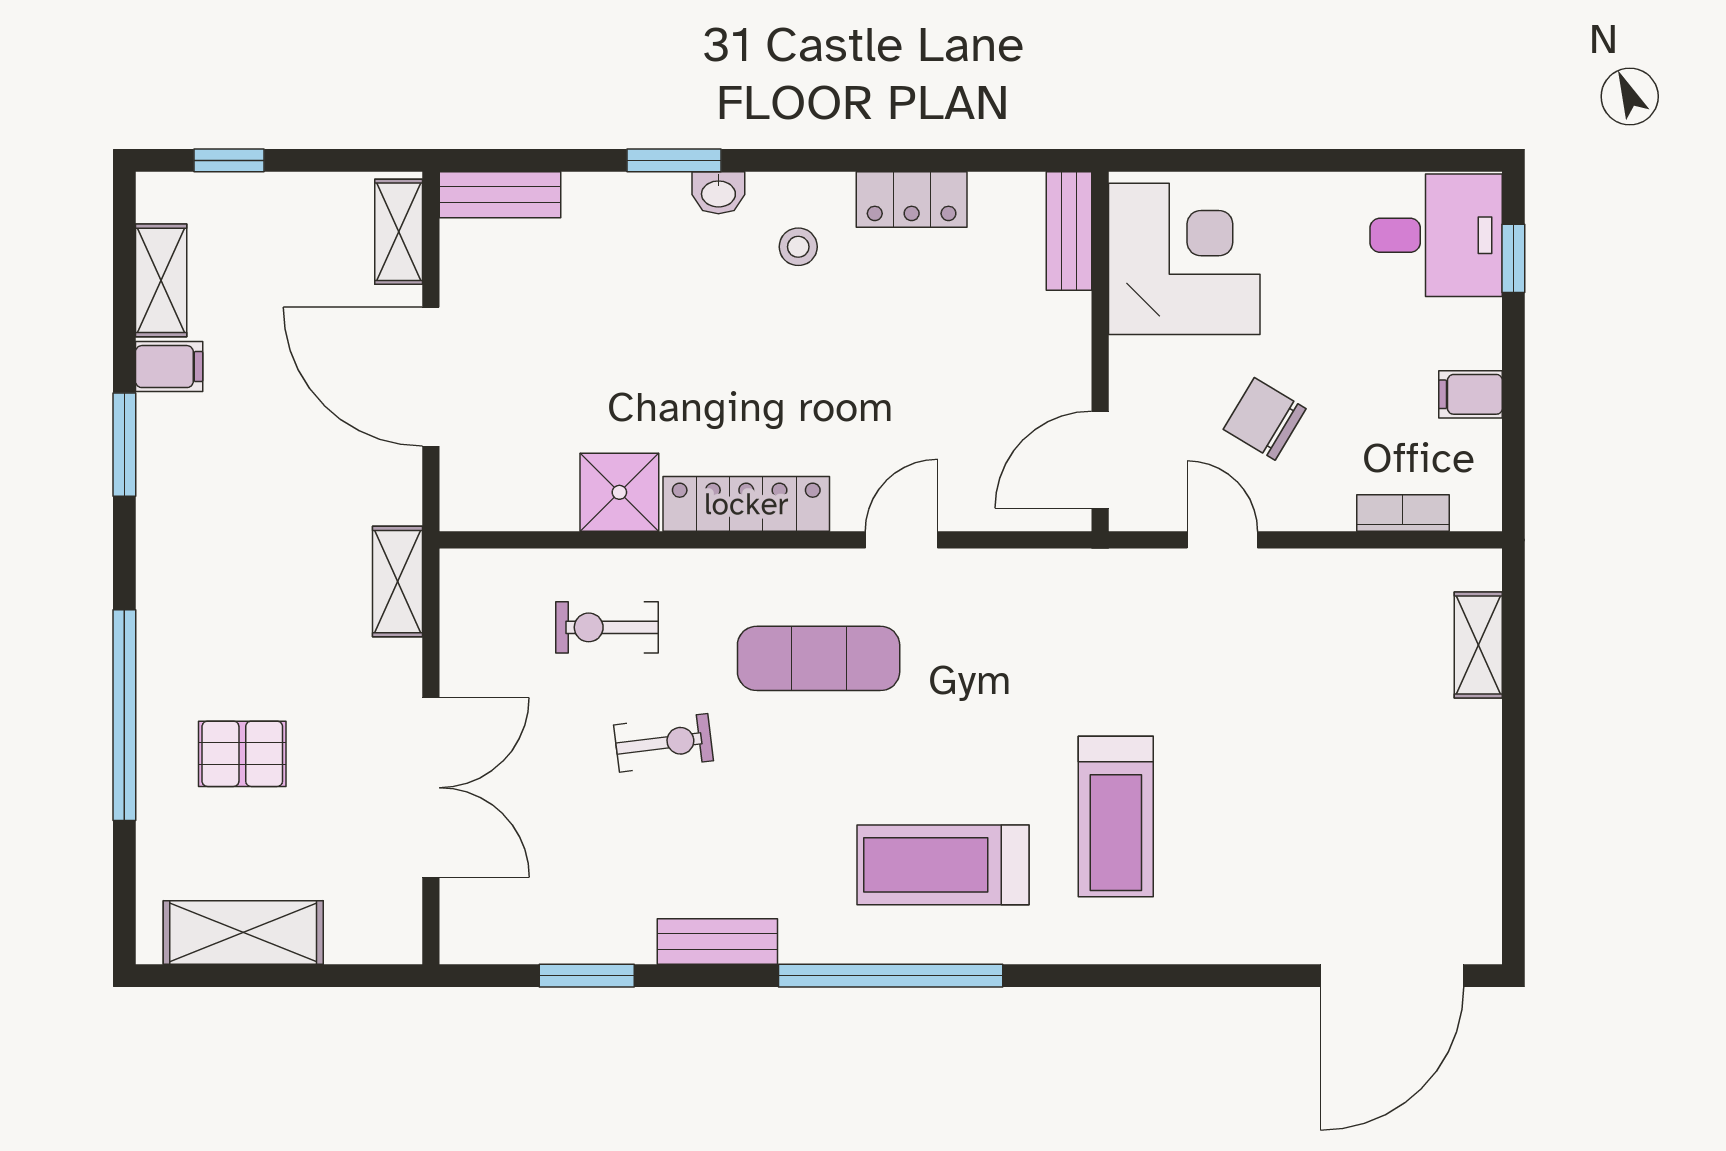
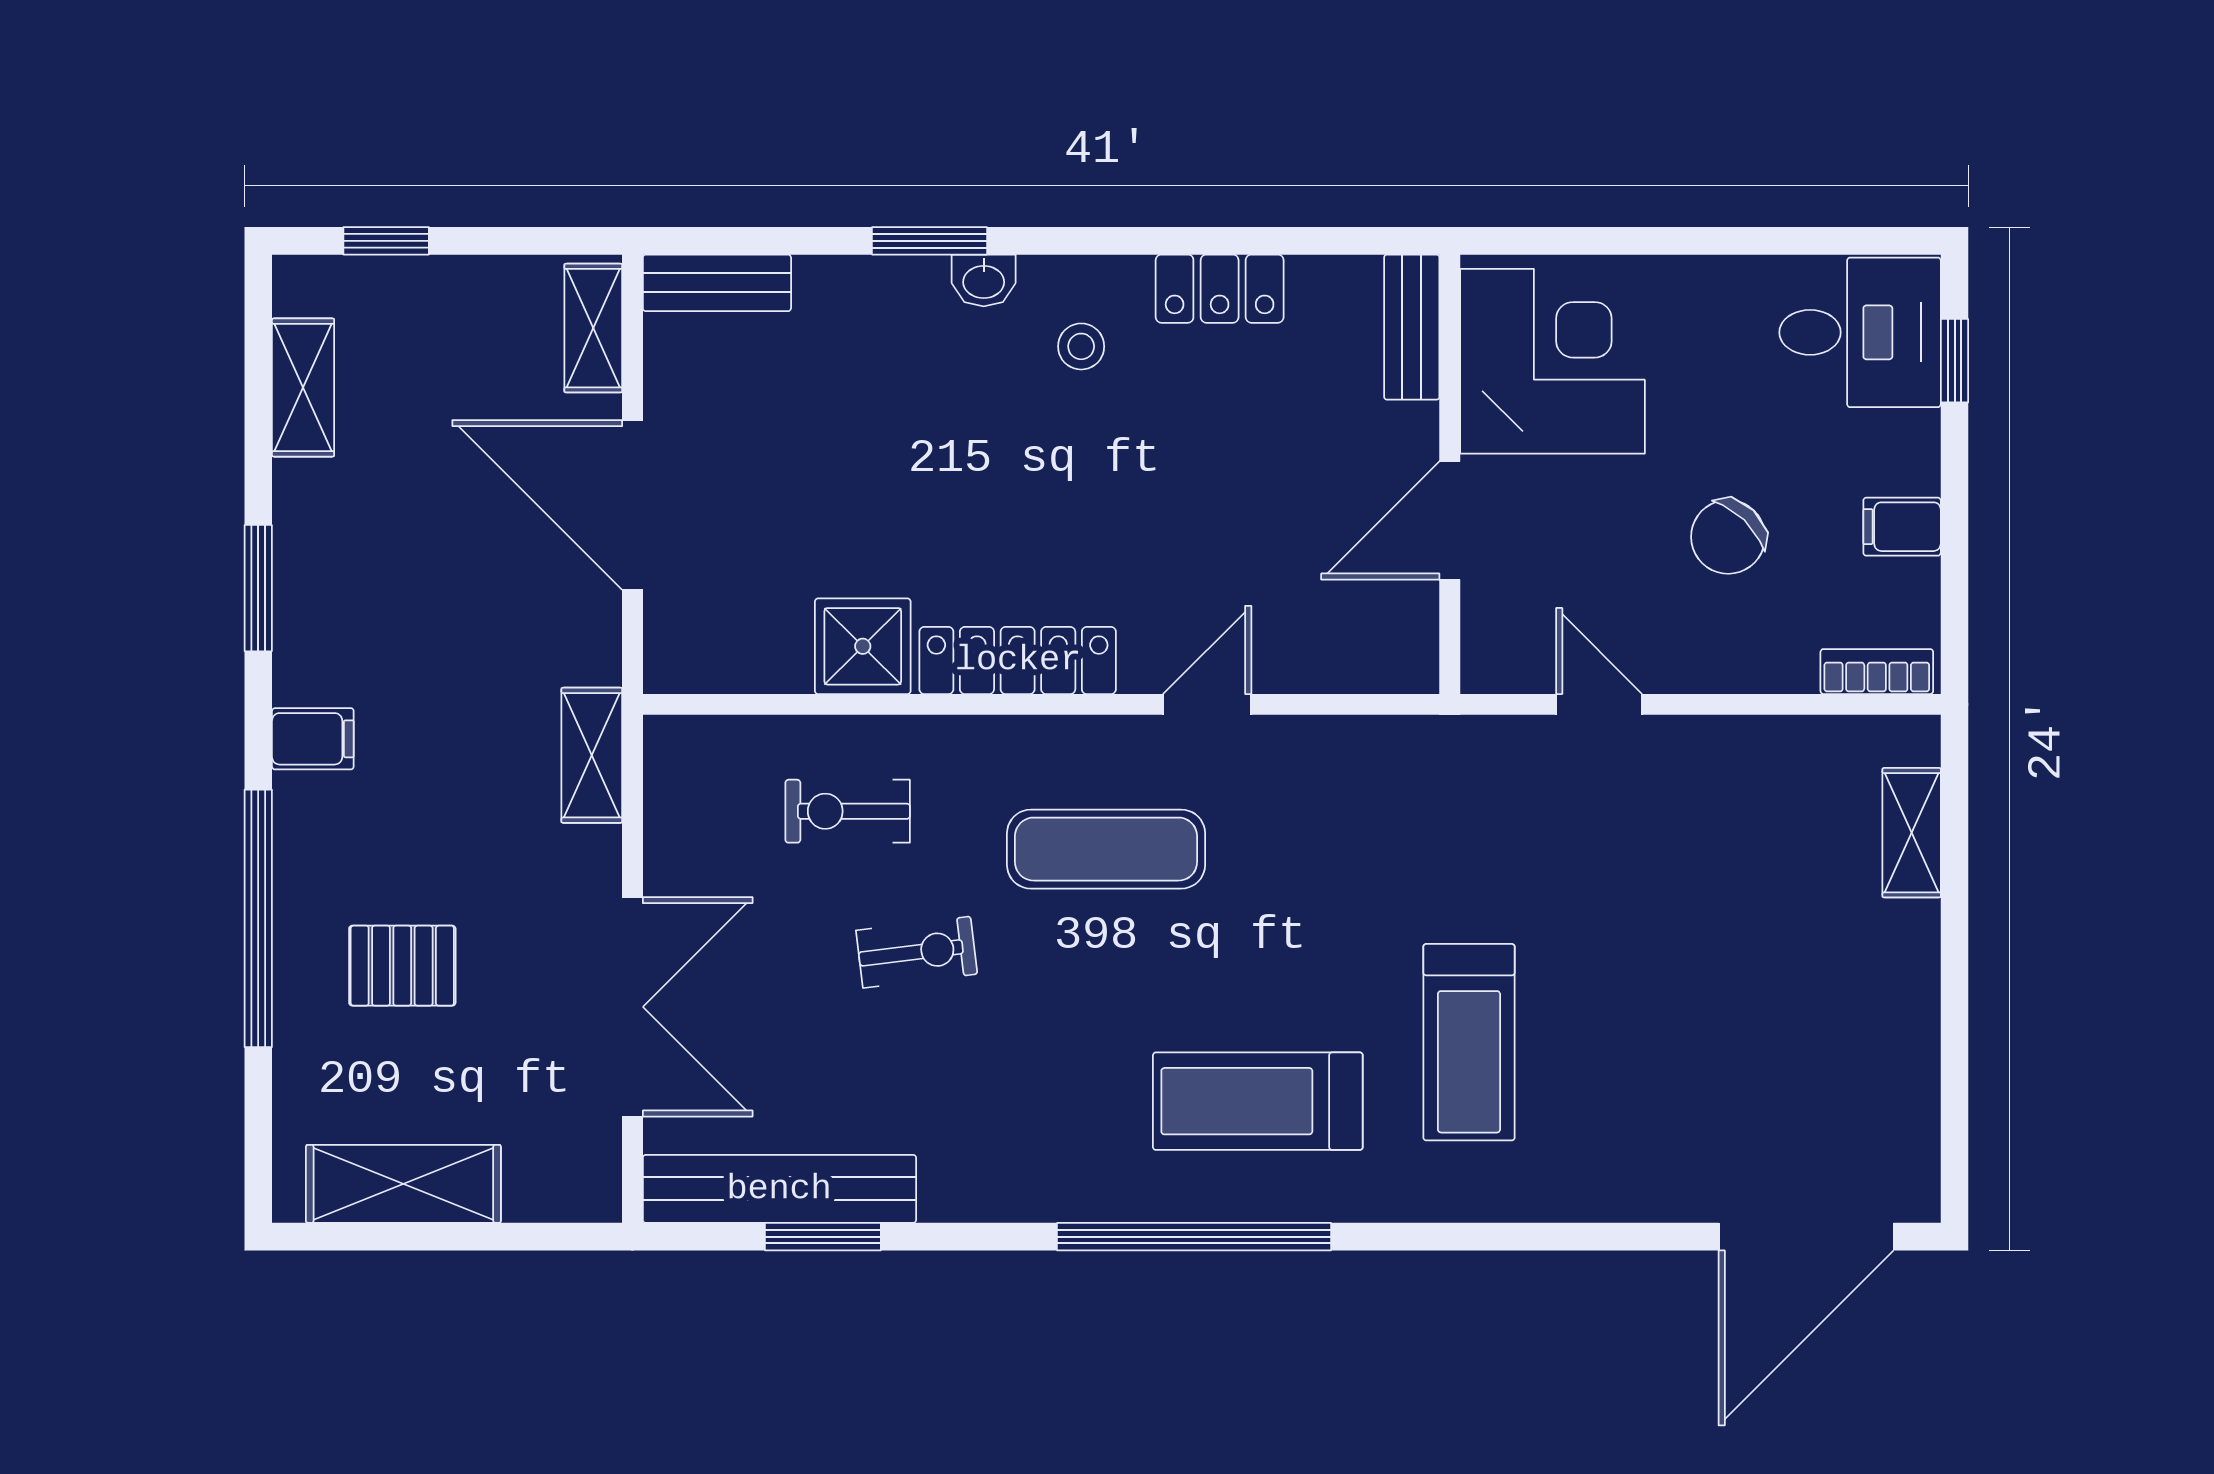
filing cabinet: (169, 367) -> (313, 739), moved
chair: (1265, 419) -> (1728, 537), moved, turned -77
door: (1100, 460) -> (1450, 521), moved
bookcase: (1403, 513) -> (1877, 672), moved
bench: (717, 942) -> (779, 1189), moved, width x1.86, depth x1.21

